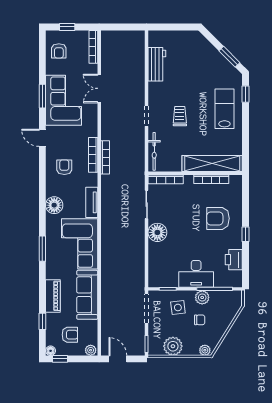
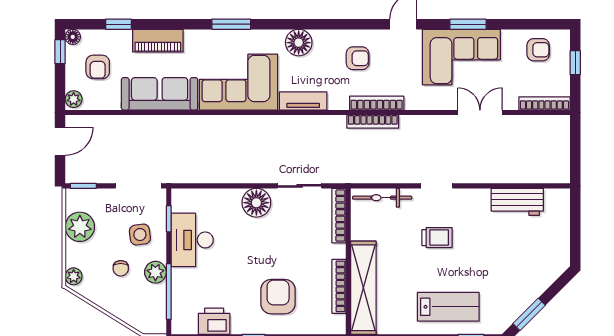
armchair: (59, 51) -> (538, 50), turned 180
desk: (196, 274) -> (192, 240), moved

